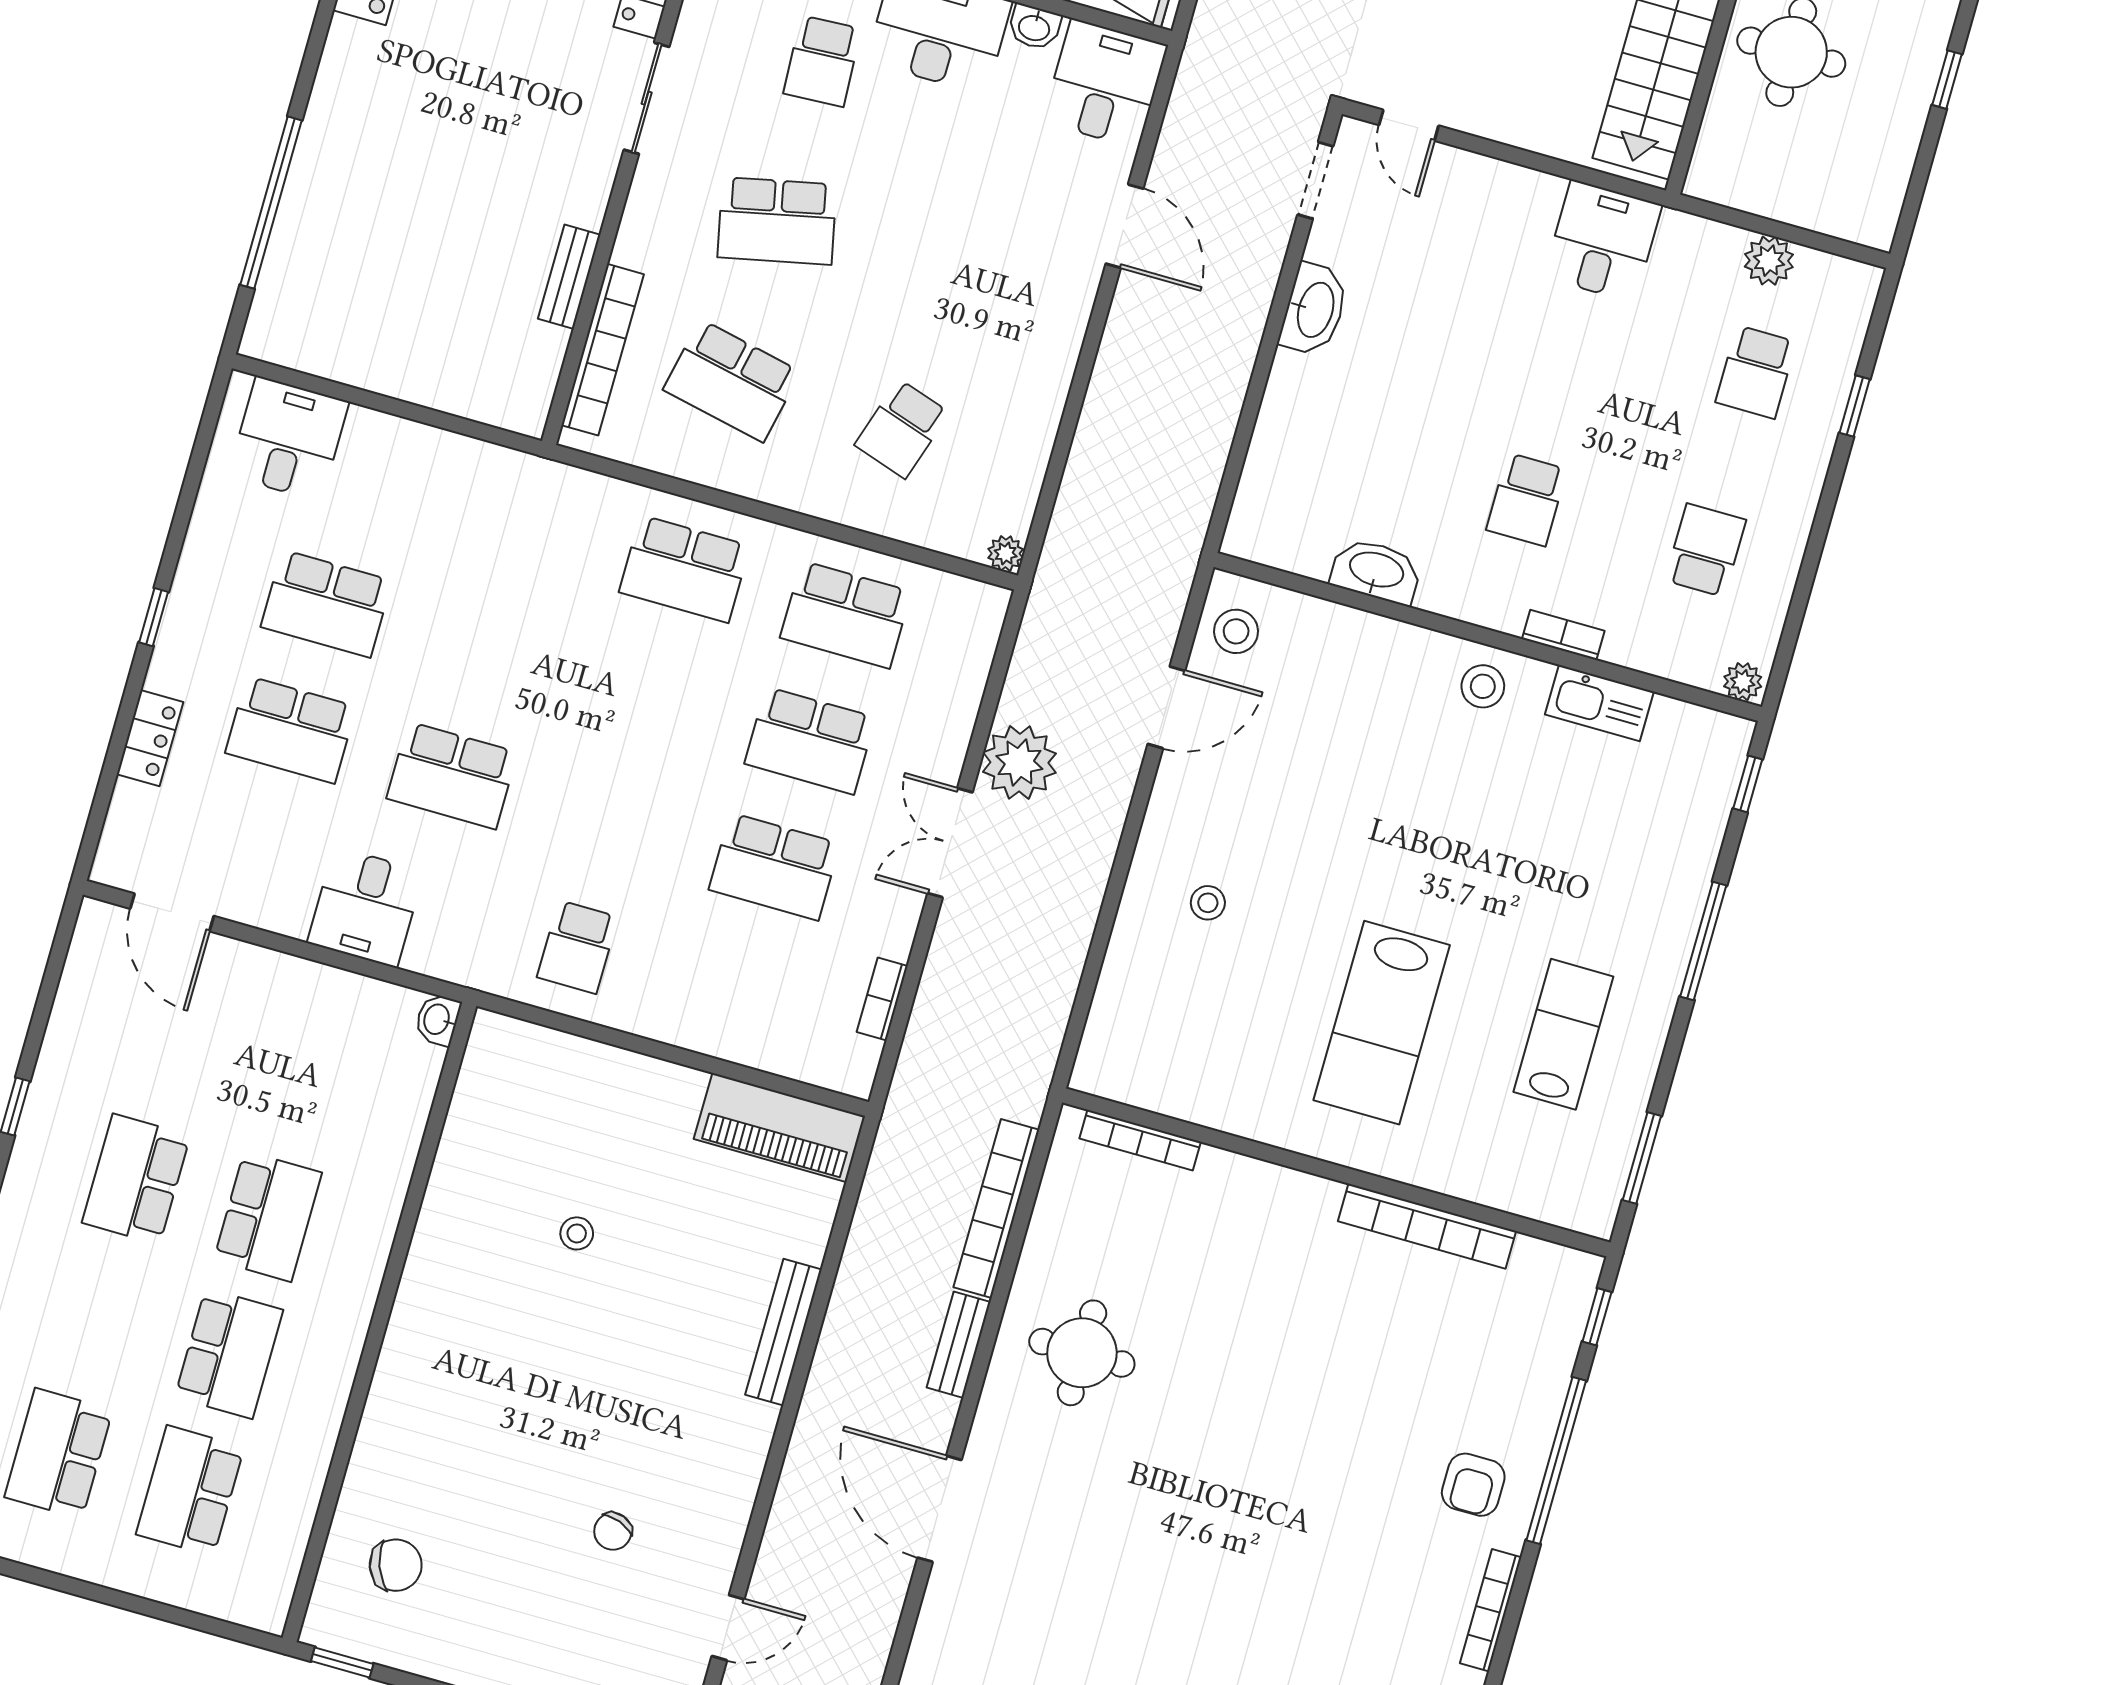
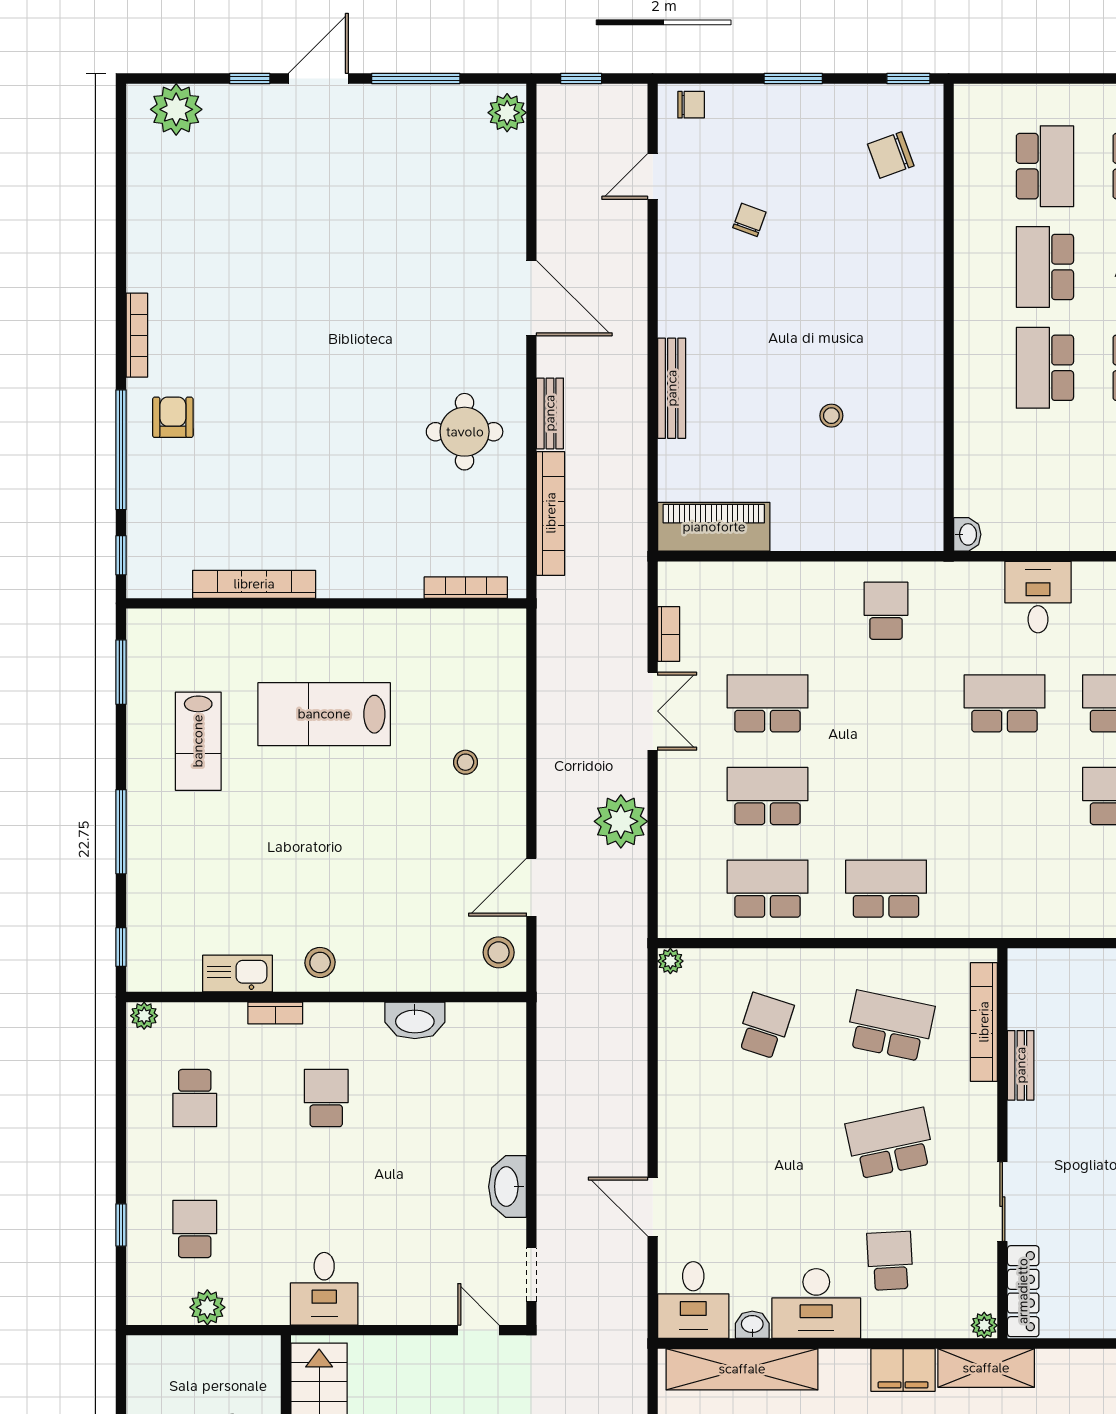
double door: (950, 843) -> (653, 711), moved
lab bench: (1382, 1023) -> (324, 714), turned -90

